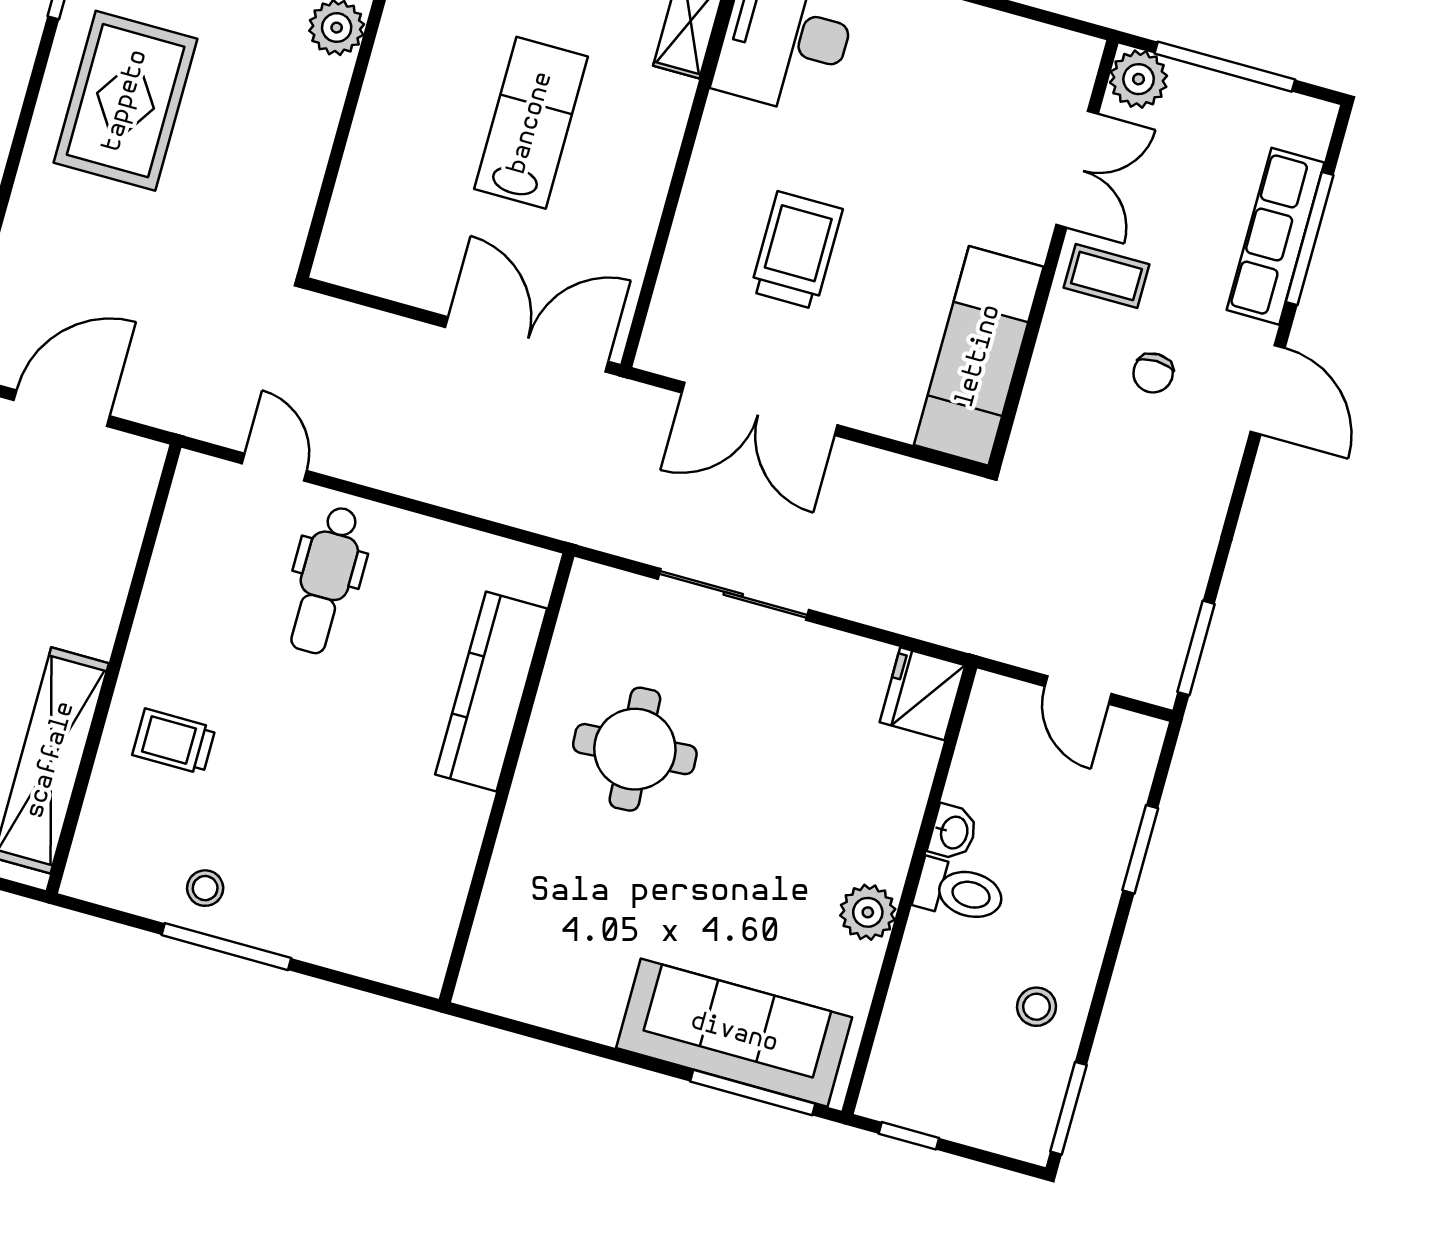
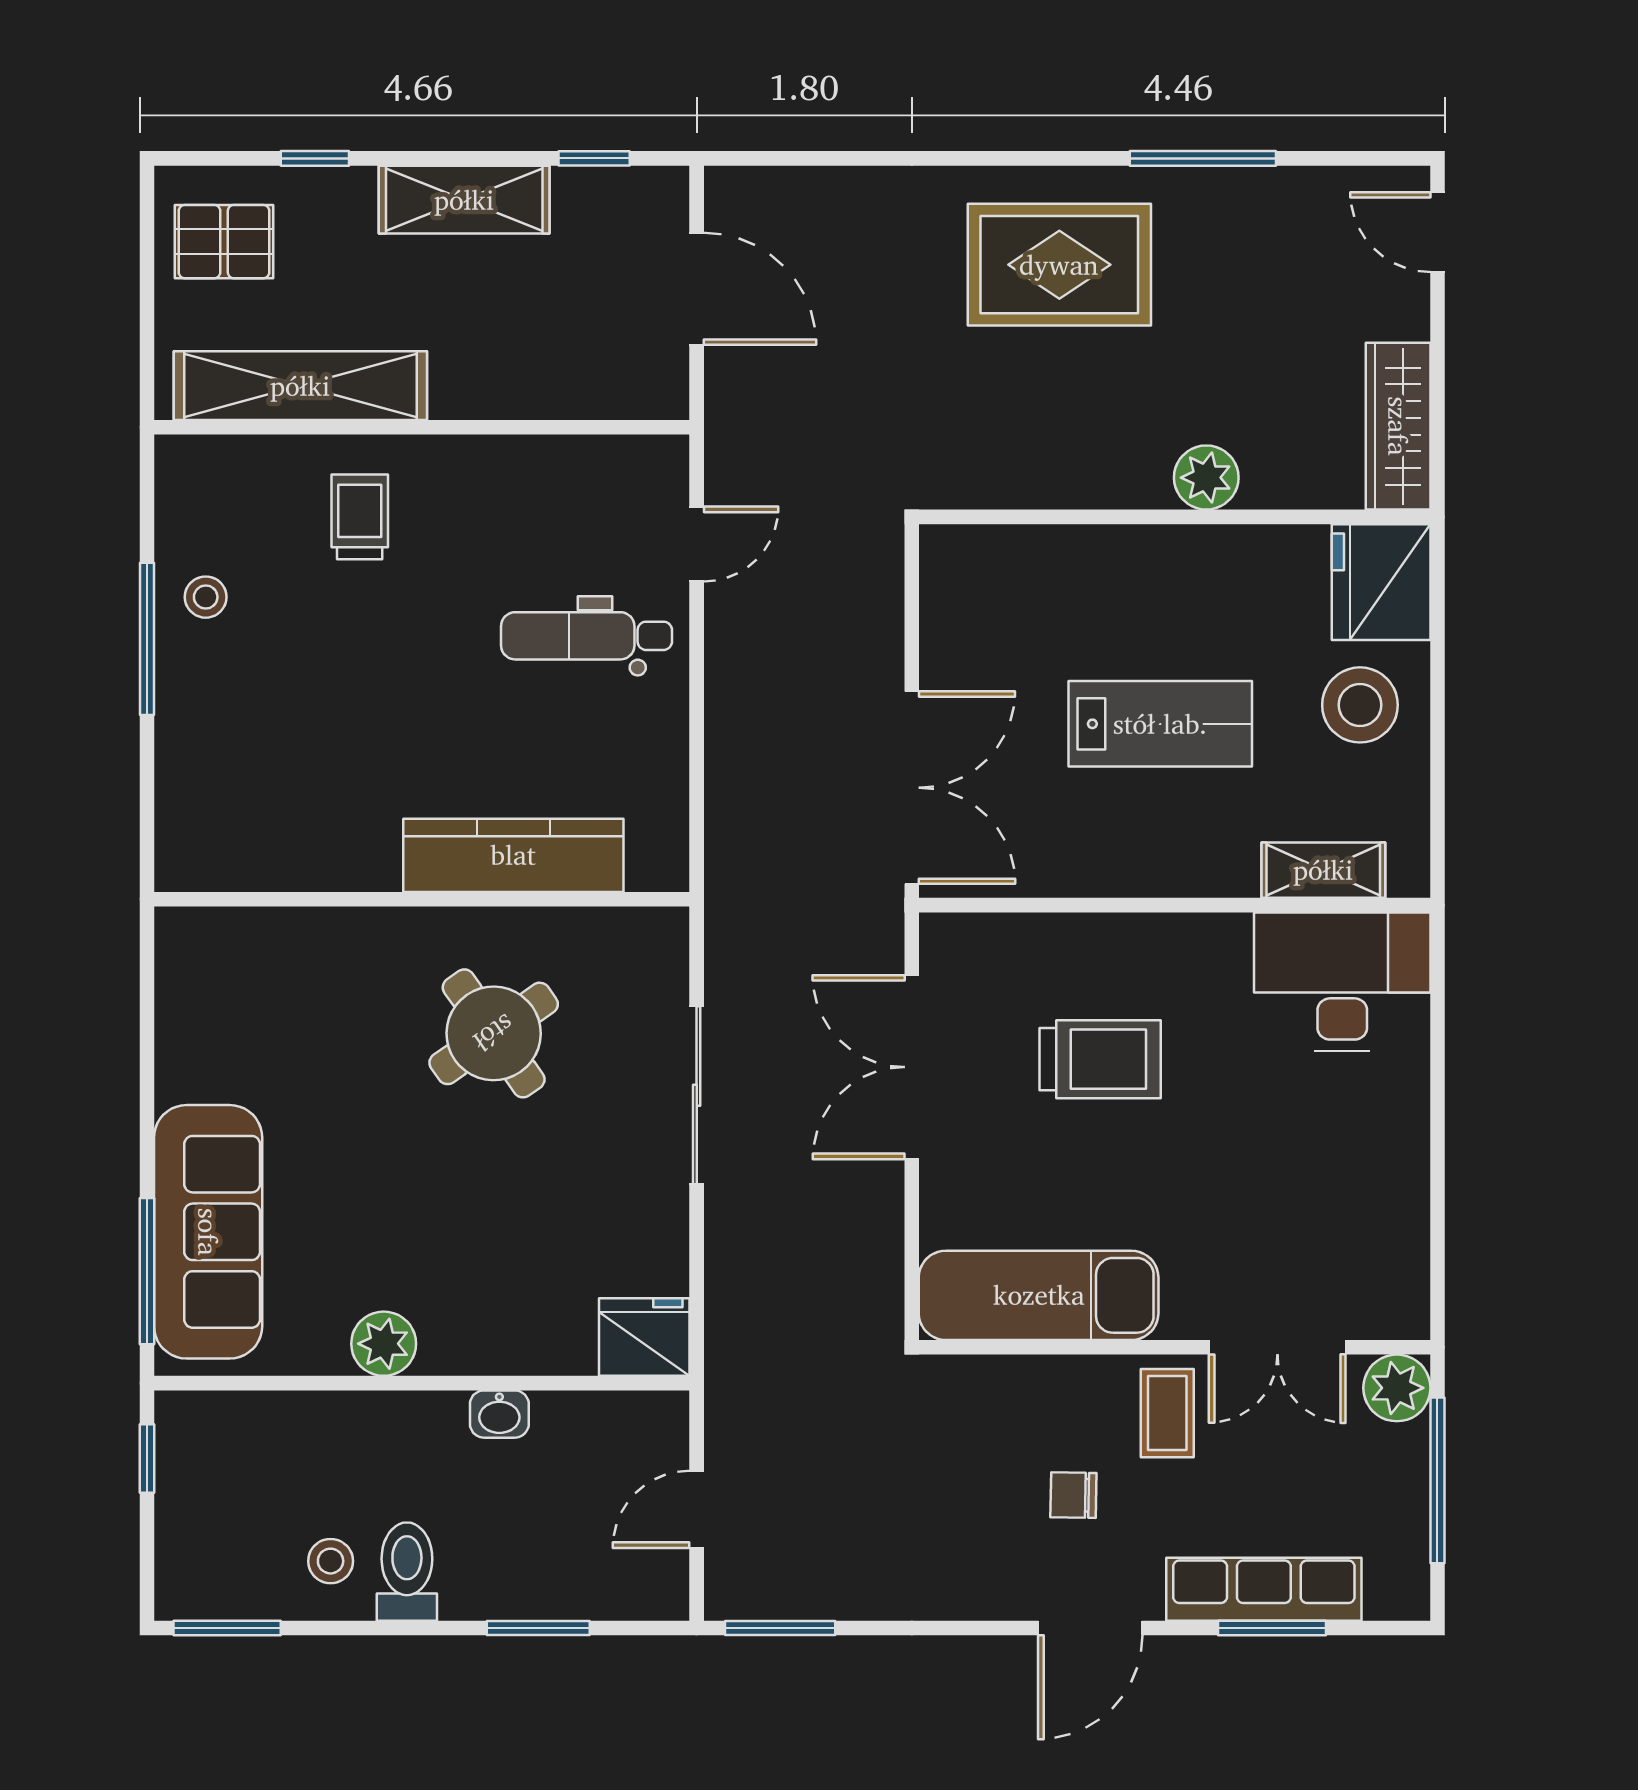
window: (1310, 238) -> (1272, 1628), width x0.69
round table: (635, 749) -> (494, 1033), turned -31
toilet: (960, 891) -> (407, 1572), moved, turned 180

